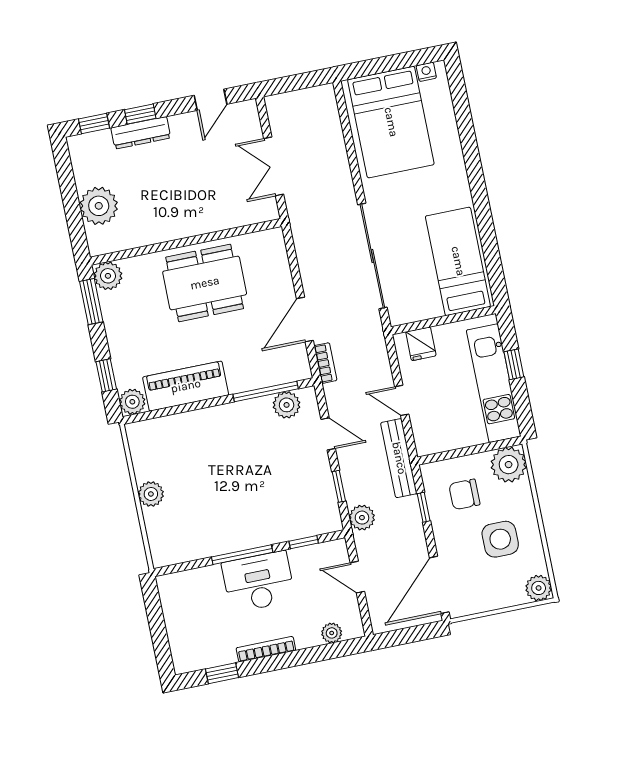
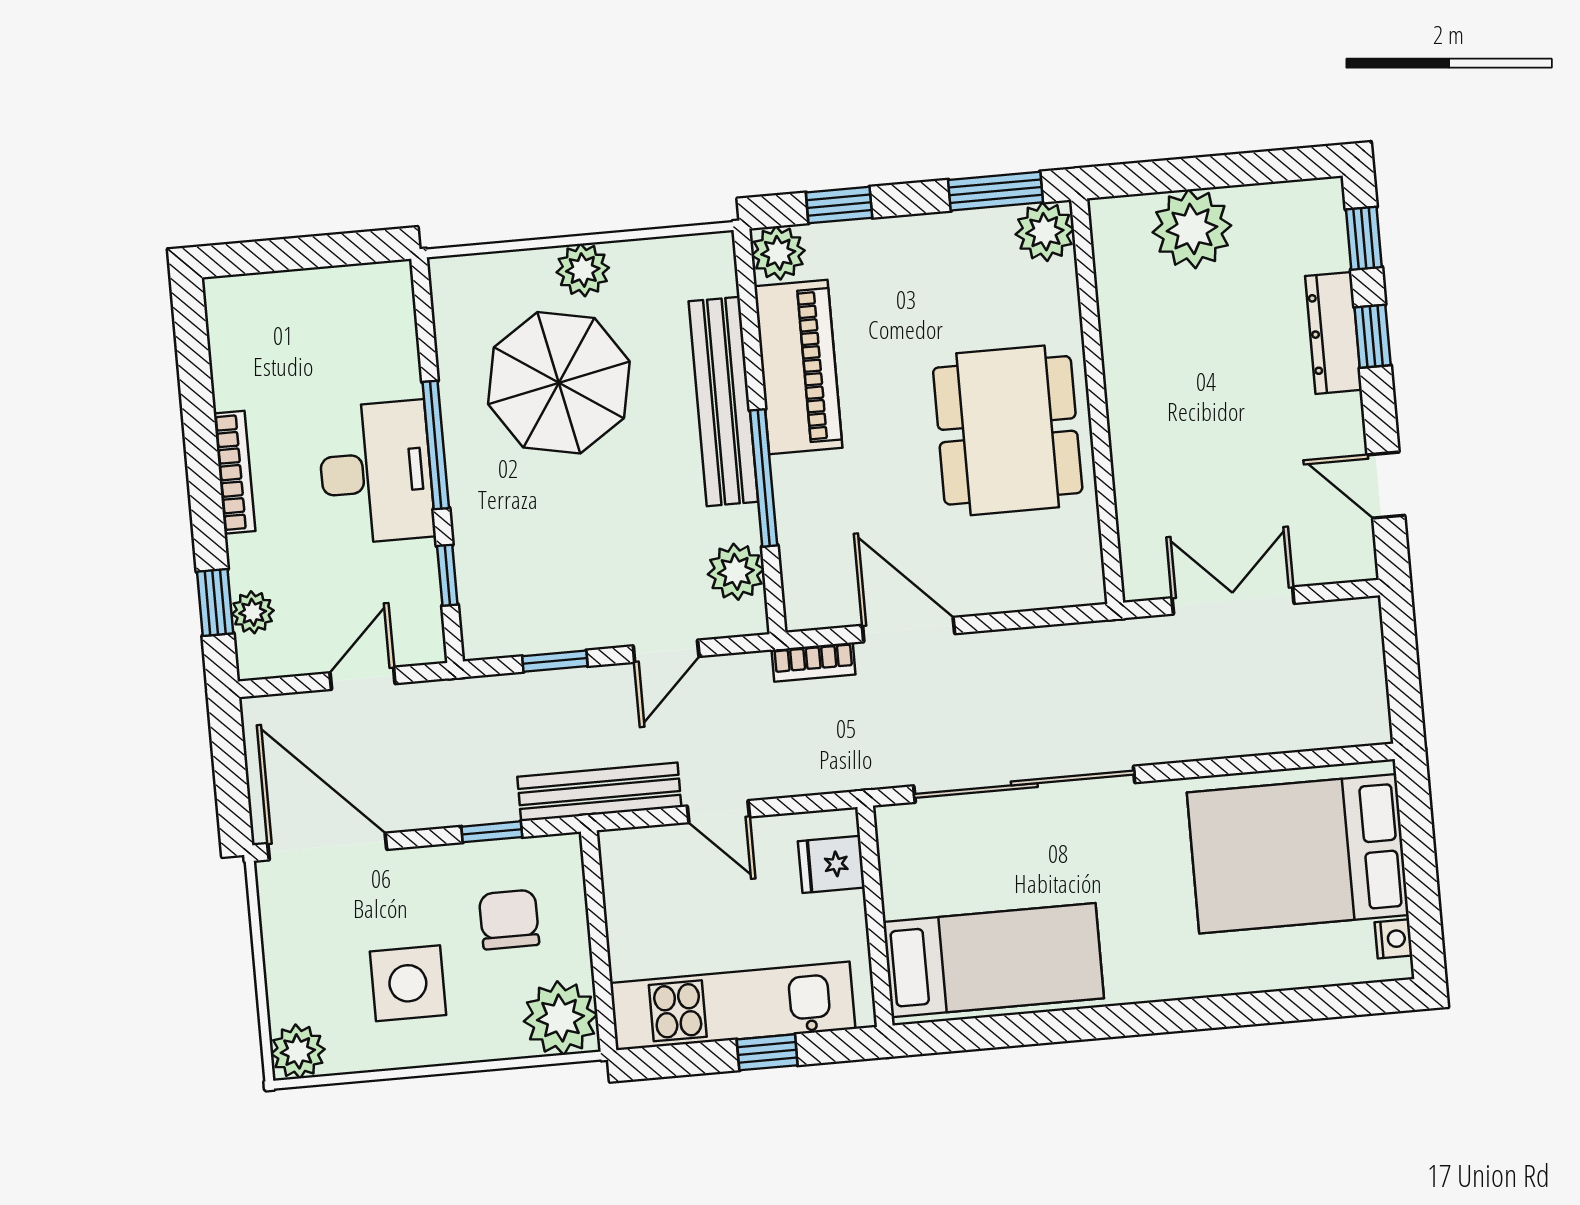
window: (266, 392) -> (764, 478), moved
door: (402, 400) -> (718, 812), swing flipped
bench: (206, 420) -> (723, 401), added
parasol: (206, 499) -> (559, 383), added
plant: (362, 518) -> (485, 702), removed
window: (222, 673) -> (215, 603), moved

